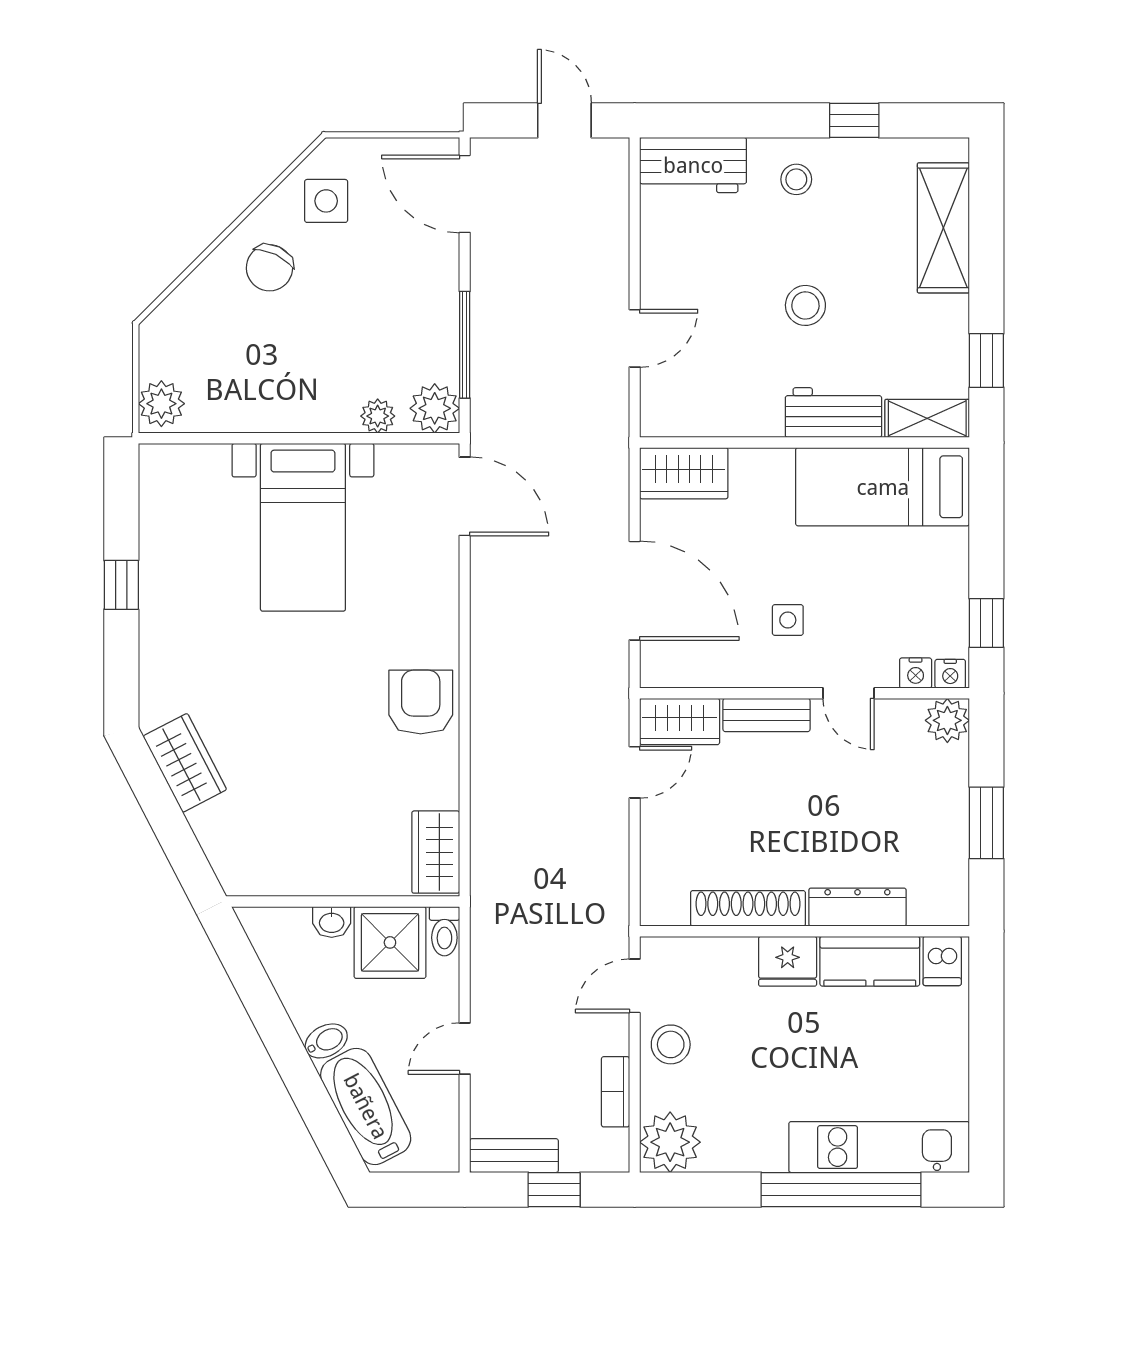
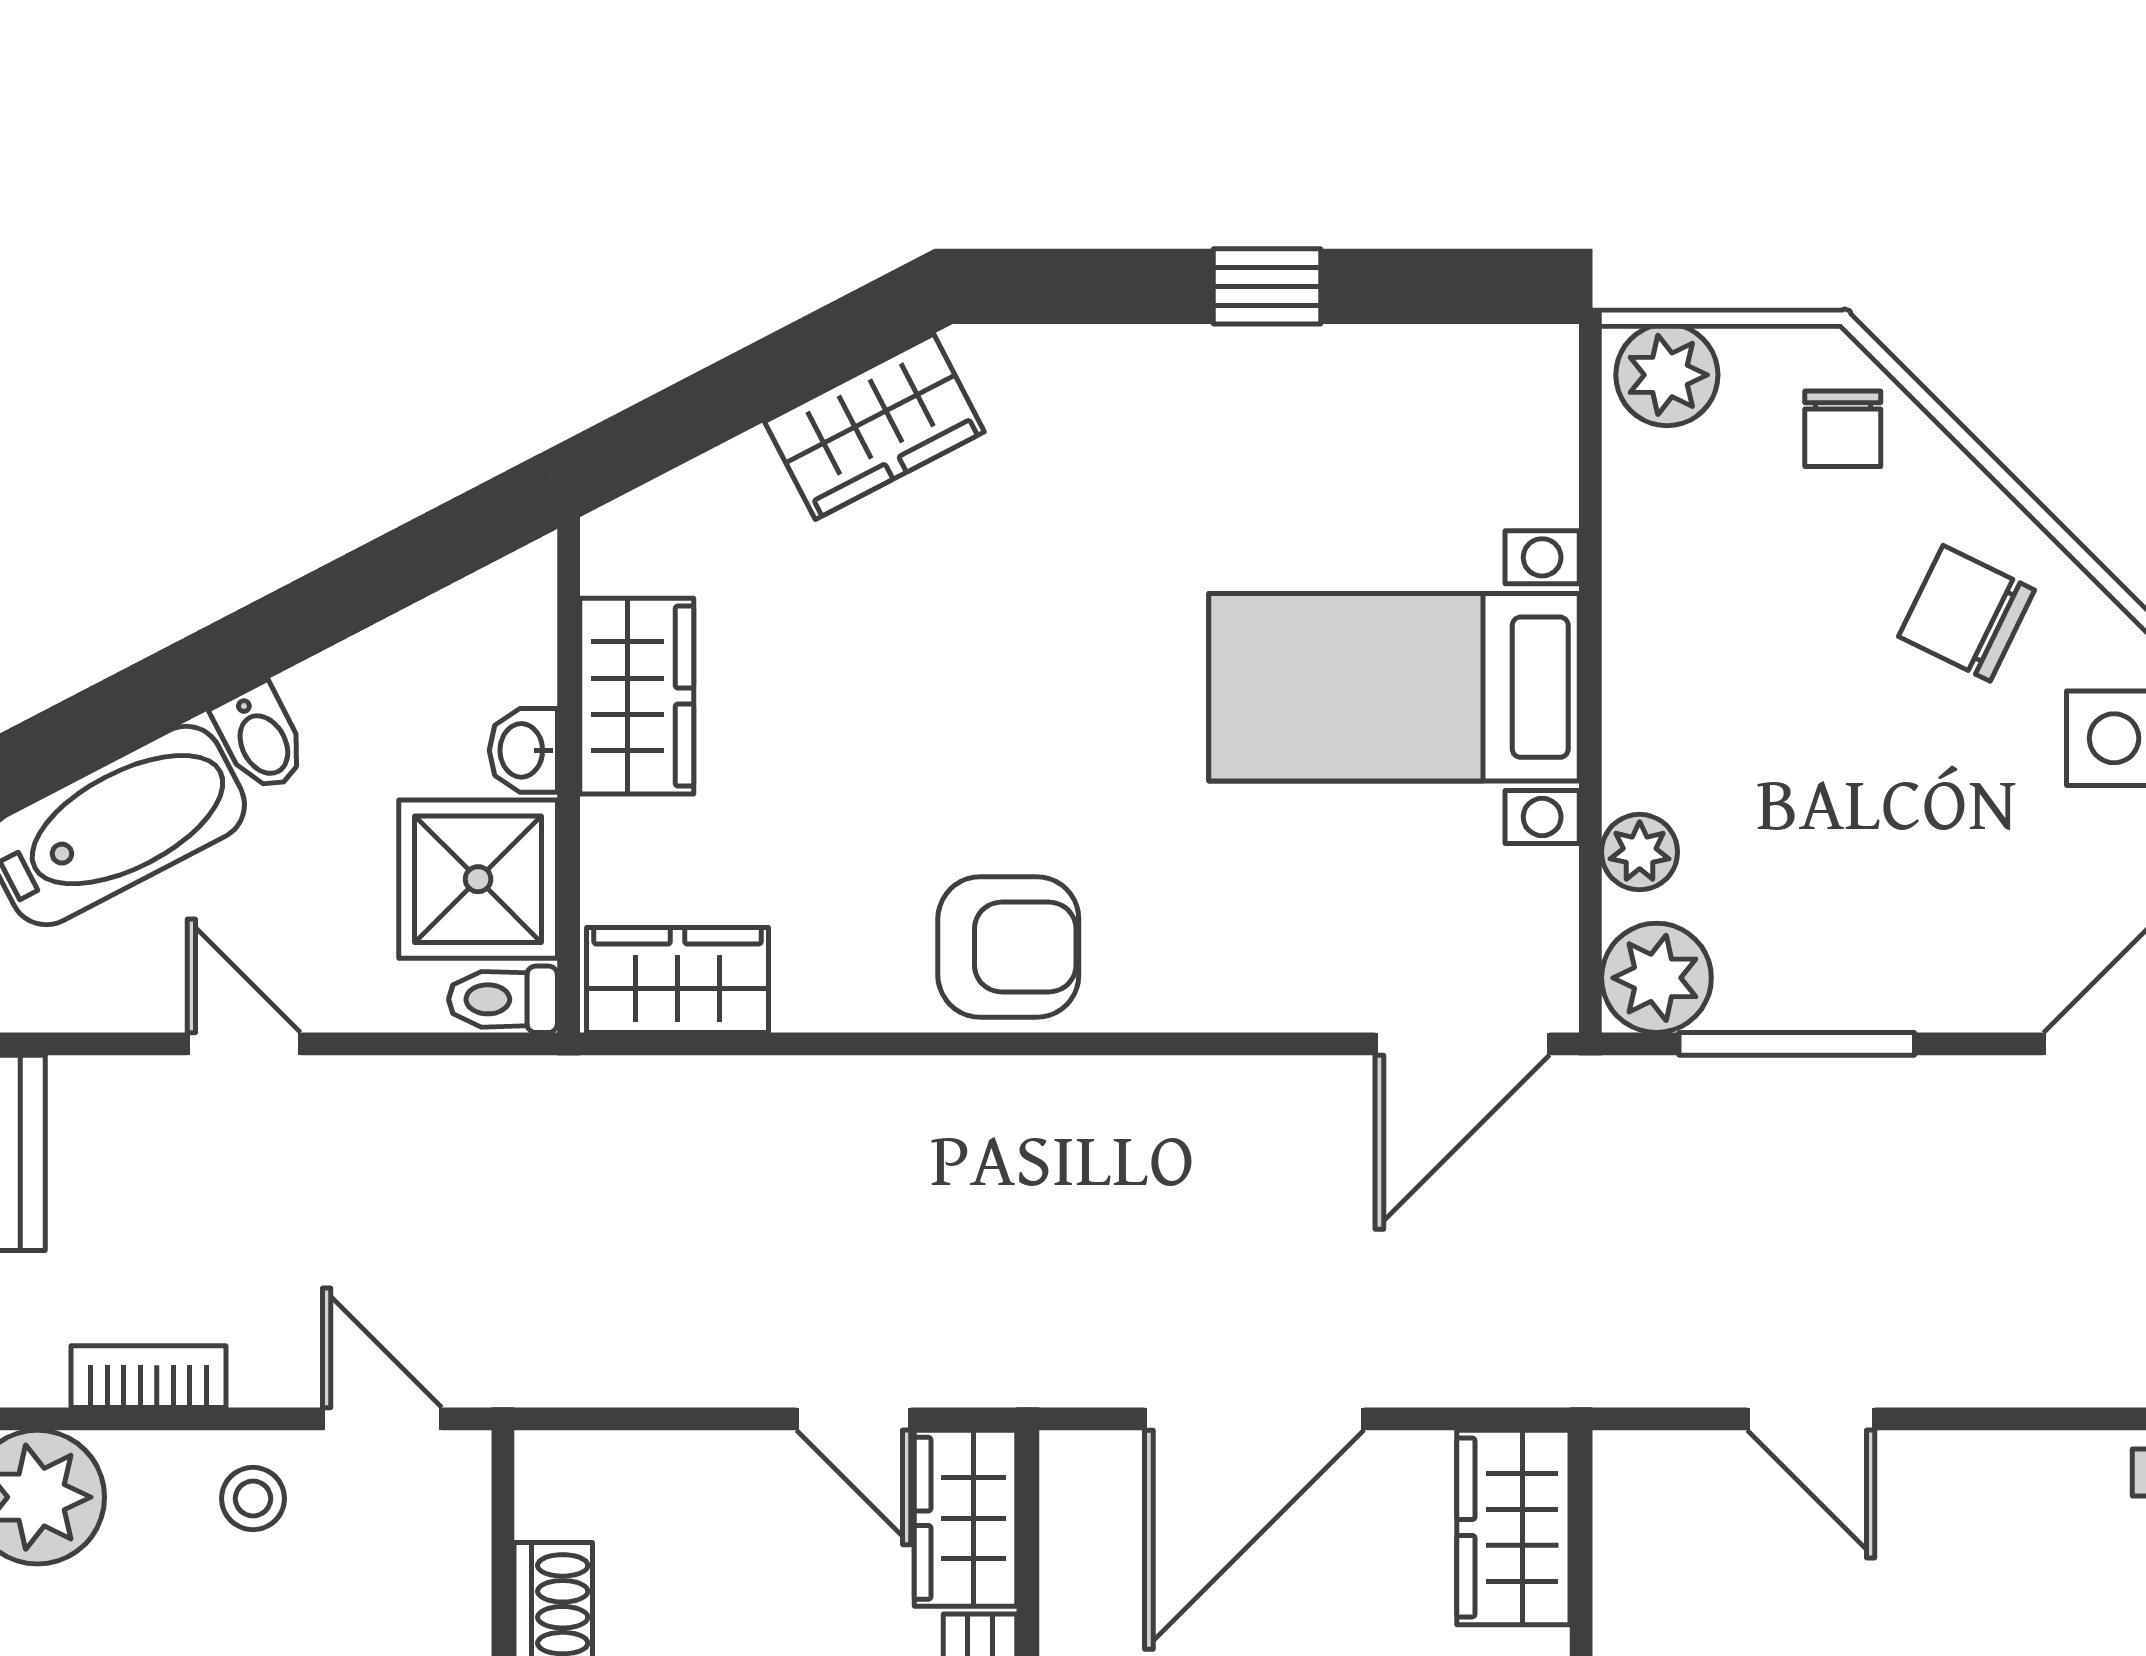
chair: (186, 324) -> (1843, 429), added
wardrobe: (307, 871) -> (637, 696), added
stool: (671, 1044) -> (253, 1499), width x0.73, depth x0.73

